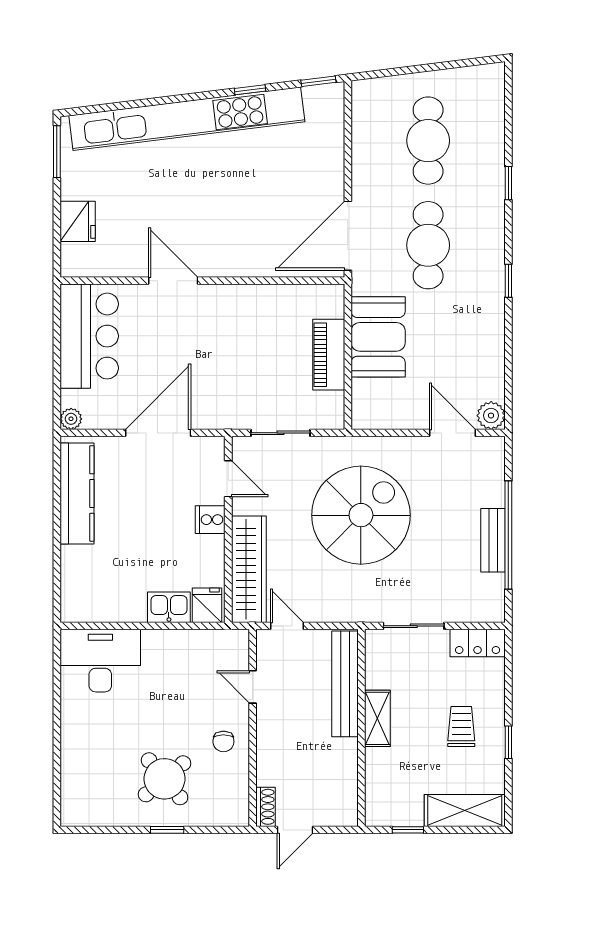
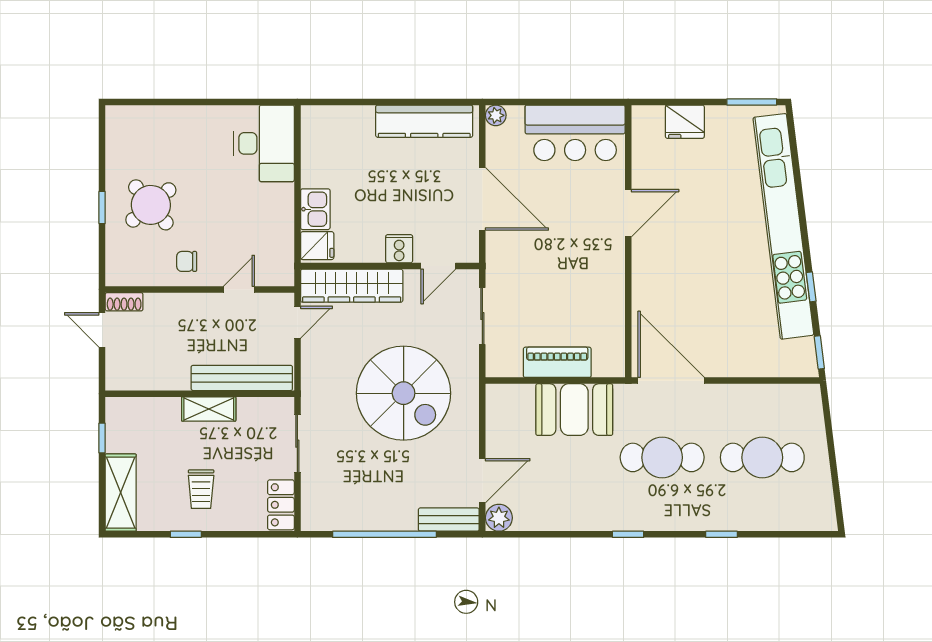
bench: (493, 540) -> (449, 520), moved
trolley: (461, 726) -> (201, 489), turned 90

